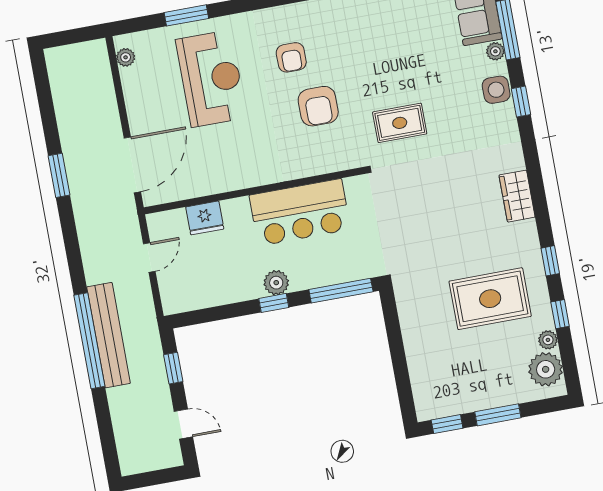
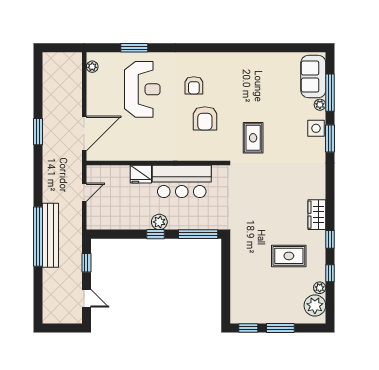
window: (521, 102) -> (330, 138), width x1.50
rug: (400, 123) -> (253, 138), turned 90
wardrobe: (517, 196) -> (317, 215), moved
fridge: (205, 218) -> (141, 174), moved
rug: (490, 299) -> (289, 256), width x0.73, depth x0.70

